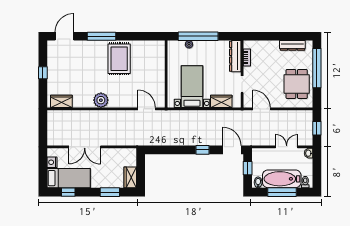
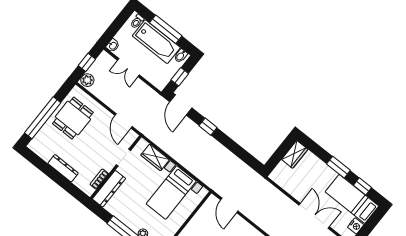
dresser: (292, 45) -> (63, 168), moved
plant: (307, 117) -> (87, 80), added
window: (110, 192) -> (338, 167), moved

